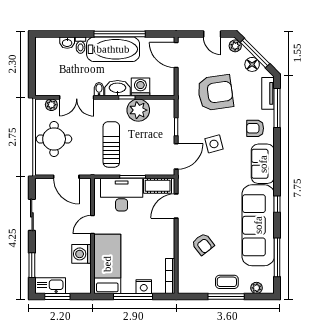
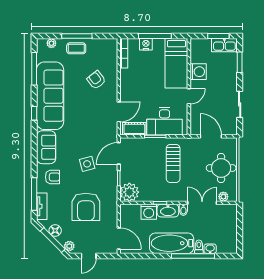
window: (120, 34) -> (193, 256), moved
door: (212, 34) -> (89, 256), swing flipped
armchair: (215, 93) -> (86, 207), turned -82
plant: (138, 110) -> (129, 192), moved

